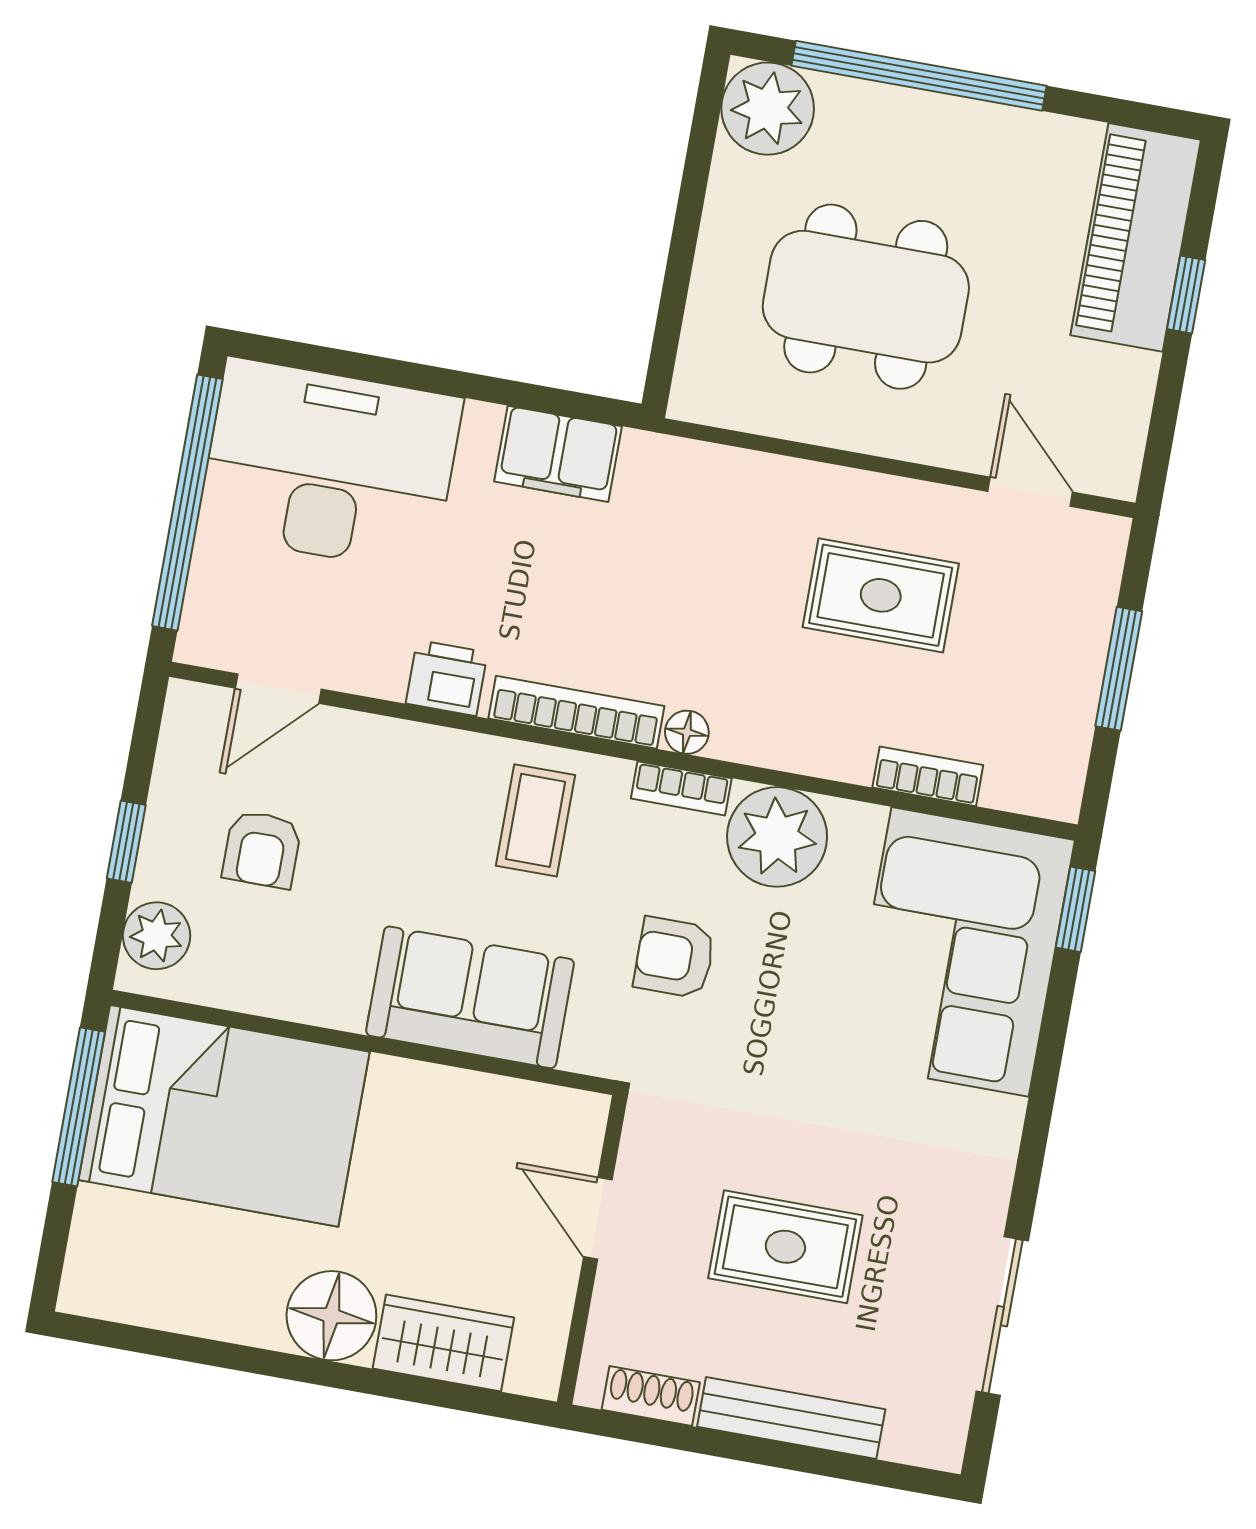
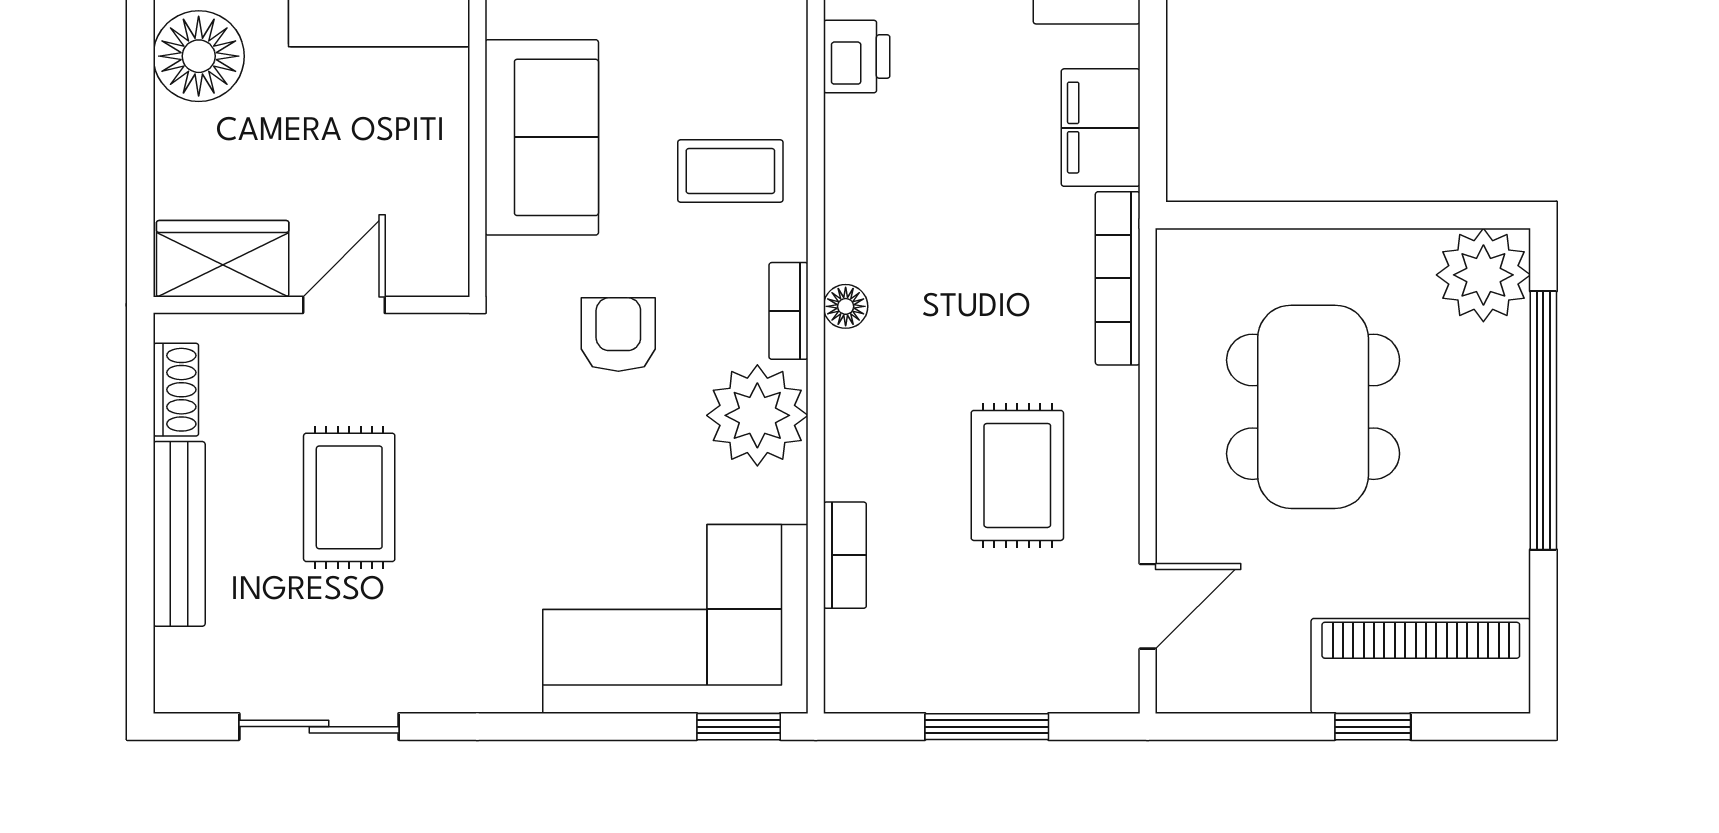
bookcase: (576, 712) -> (1118, 278), moved, turned 180
wardrobe: (443, 1343) -> (223, 259), moved, turned -90

